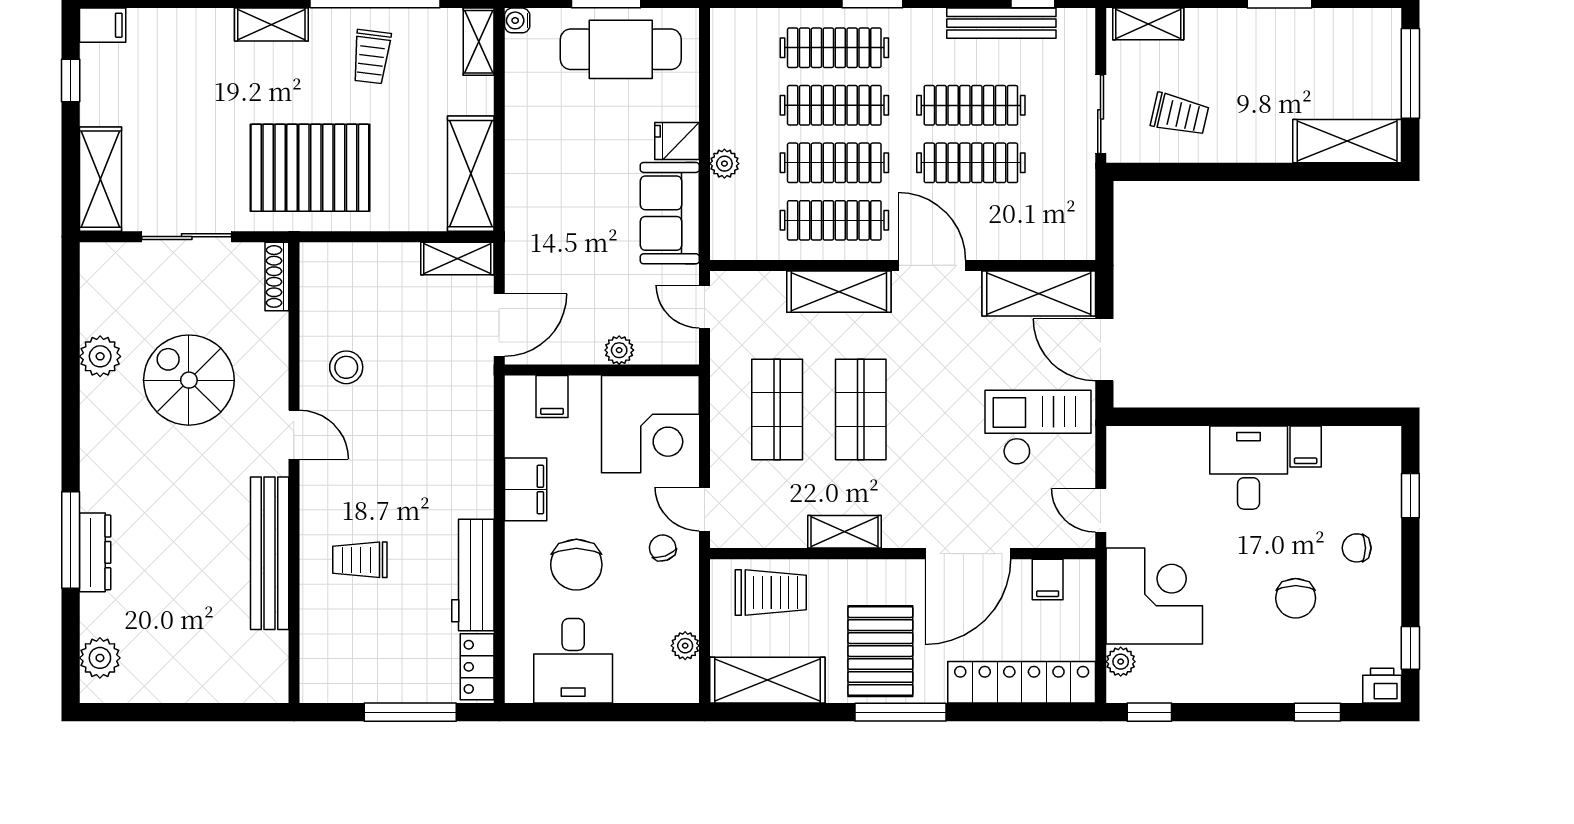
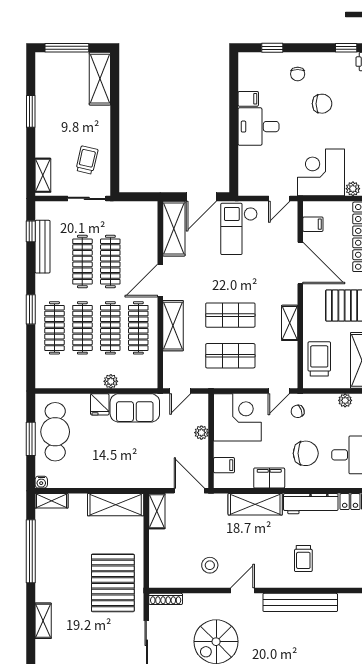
shelving: (271, 24) -> (43, 621), moved
trolley: (371, 57) -> (59, 553), removed
shelving: (472, 461) -> (255, 504), added

